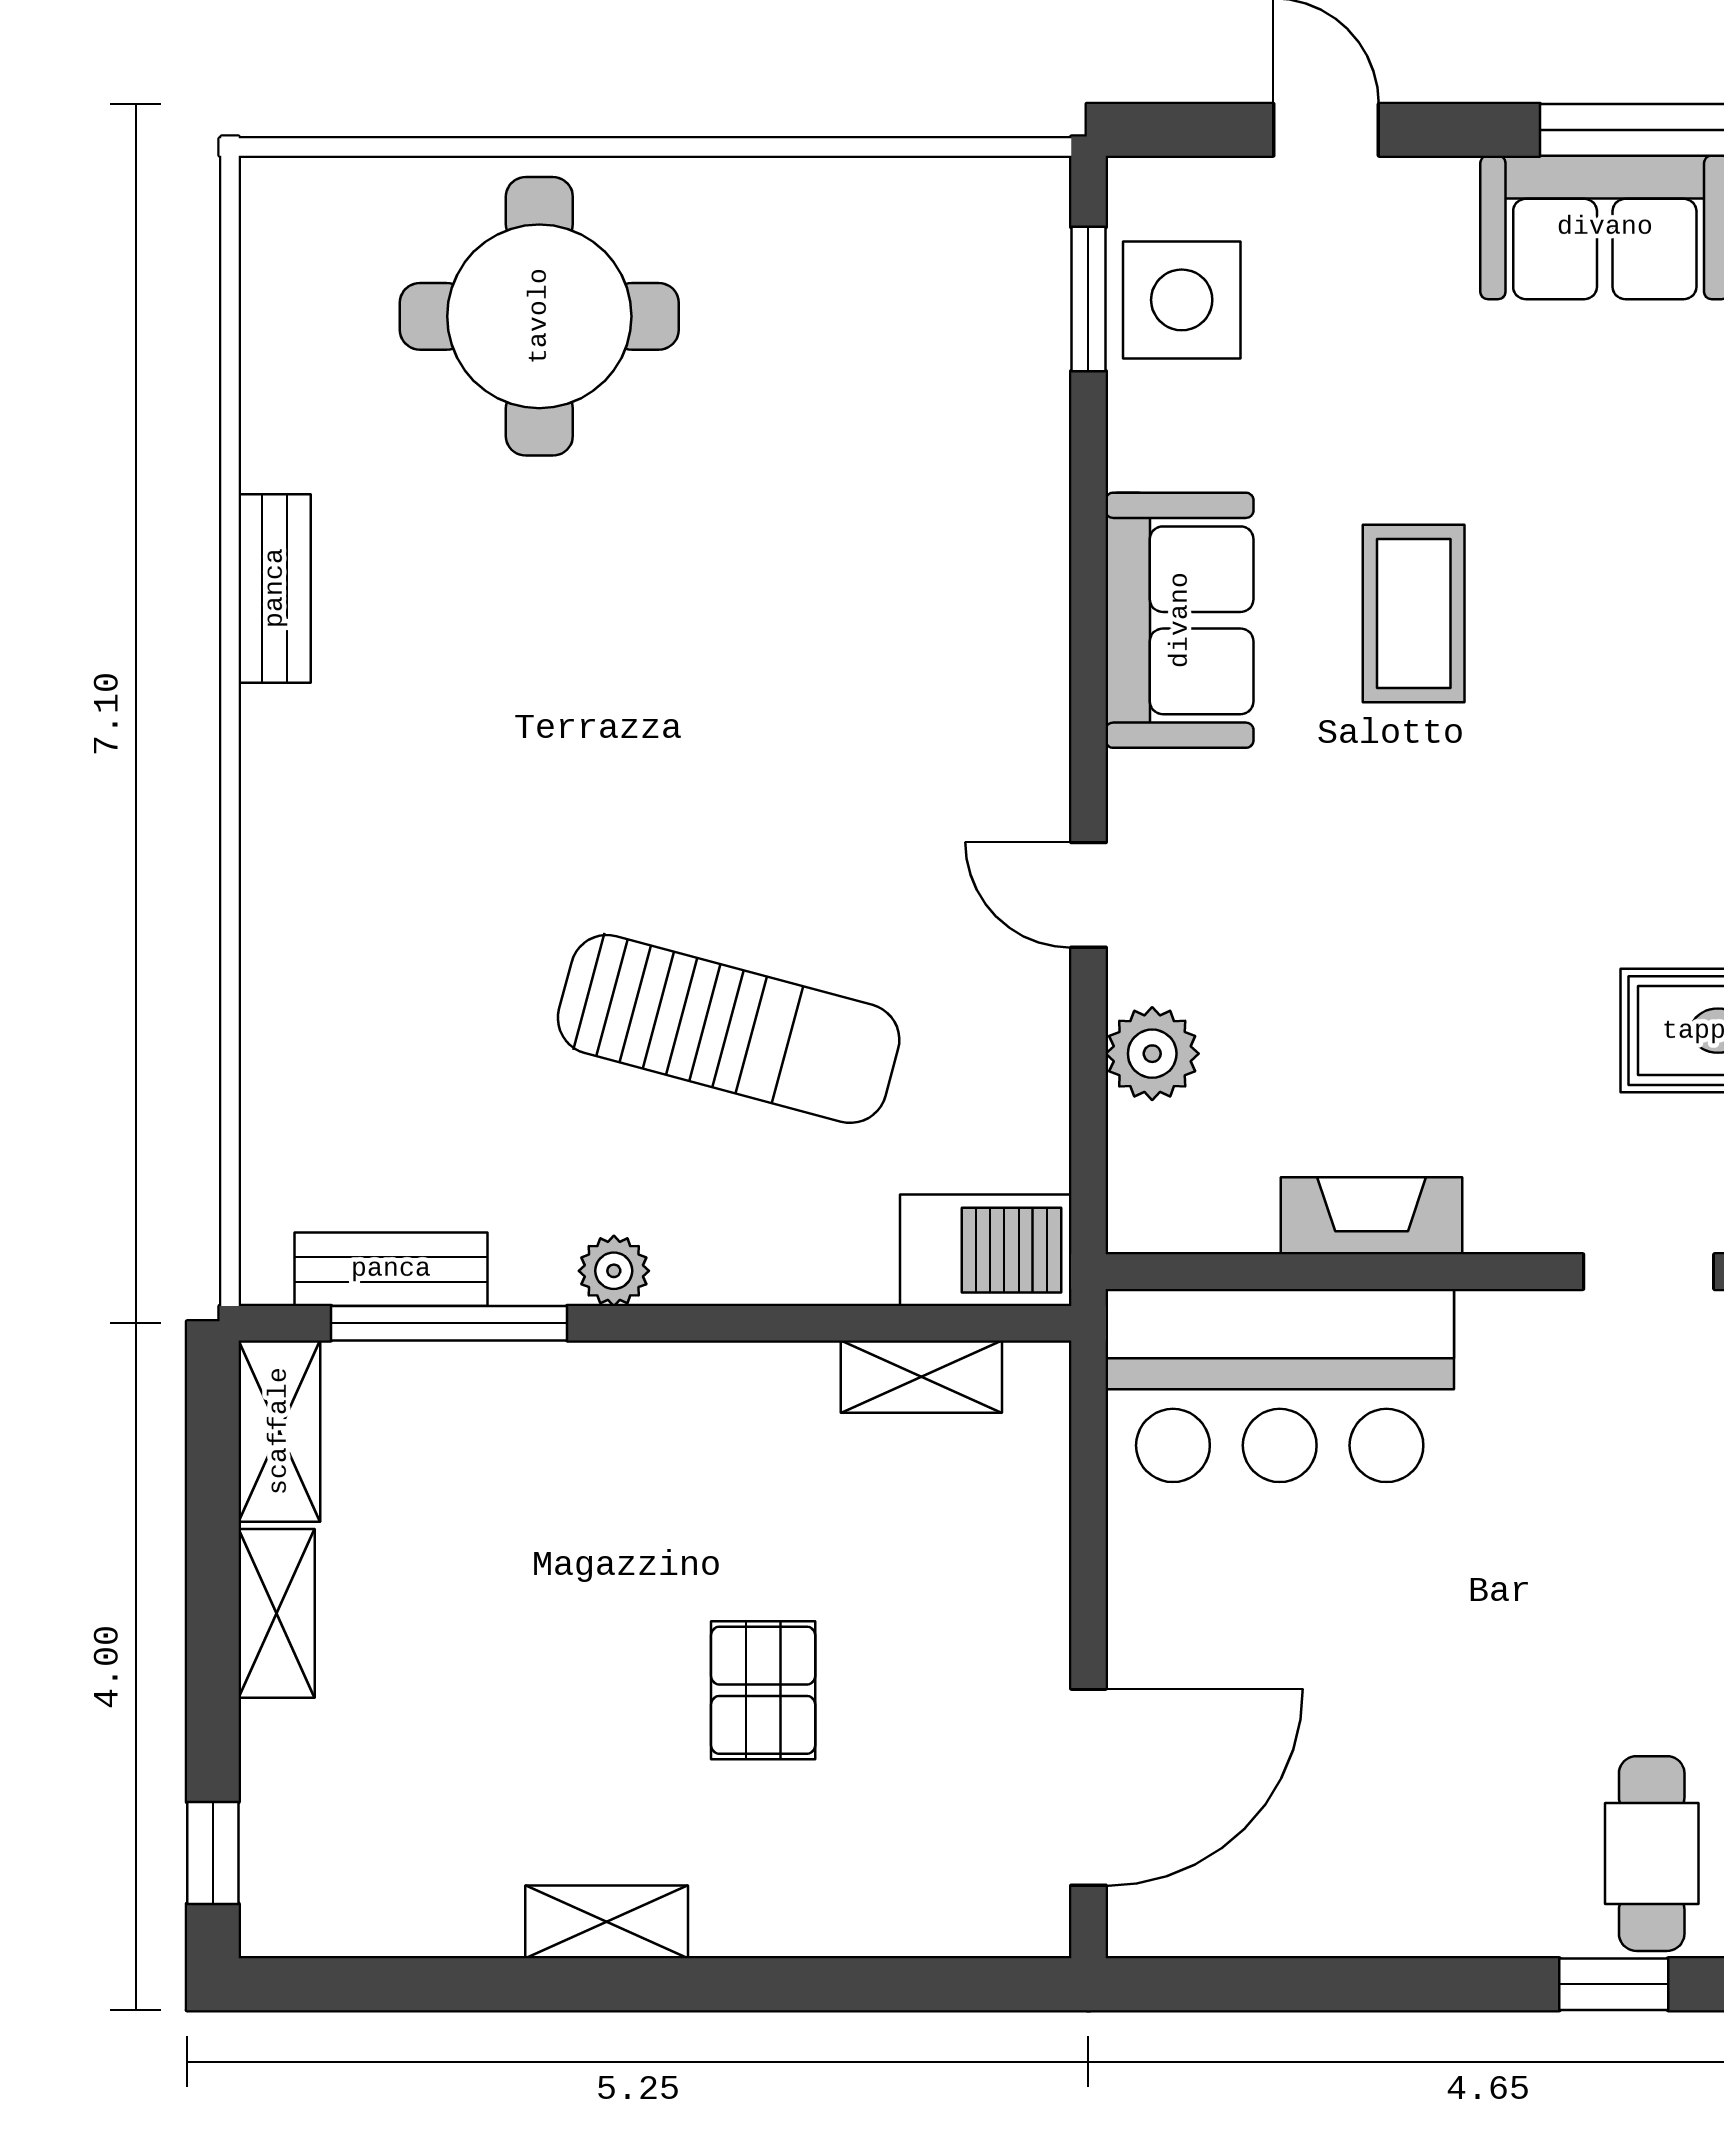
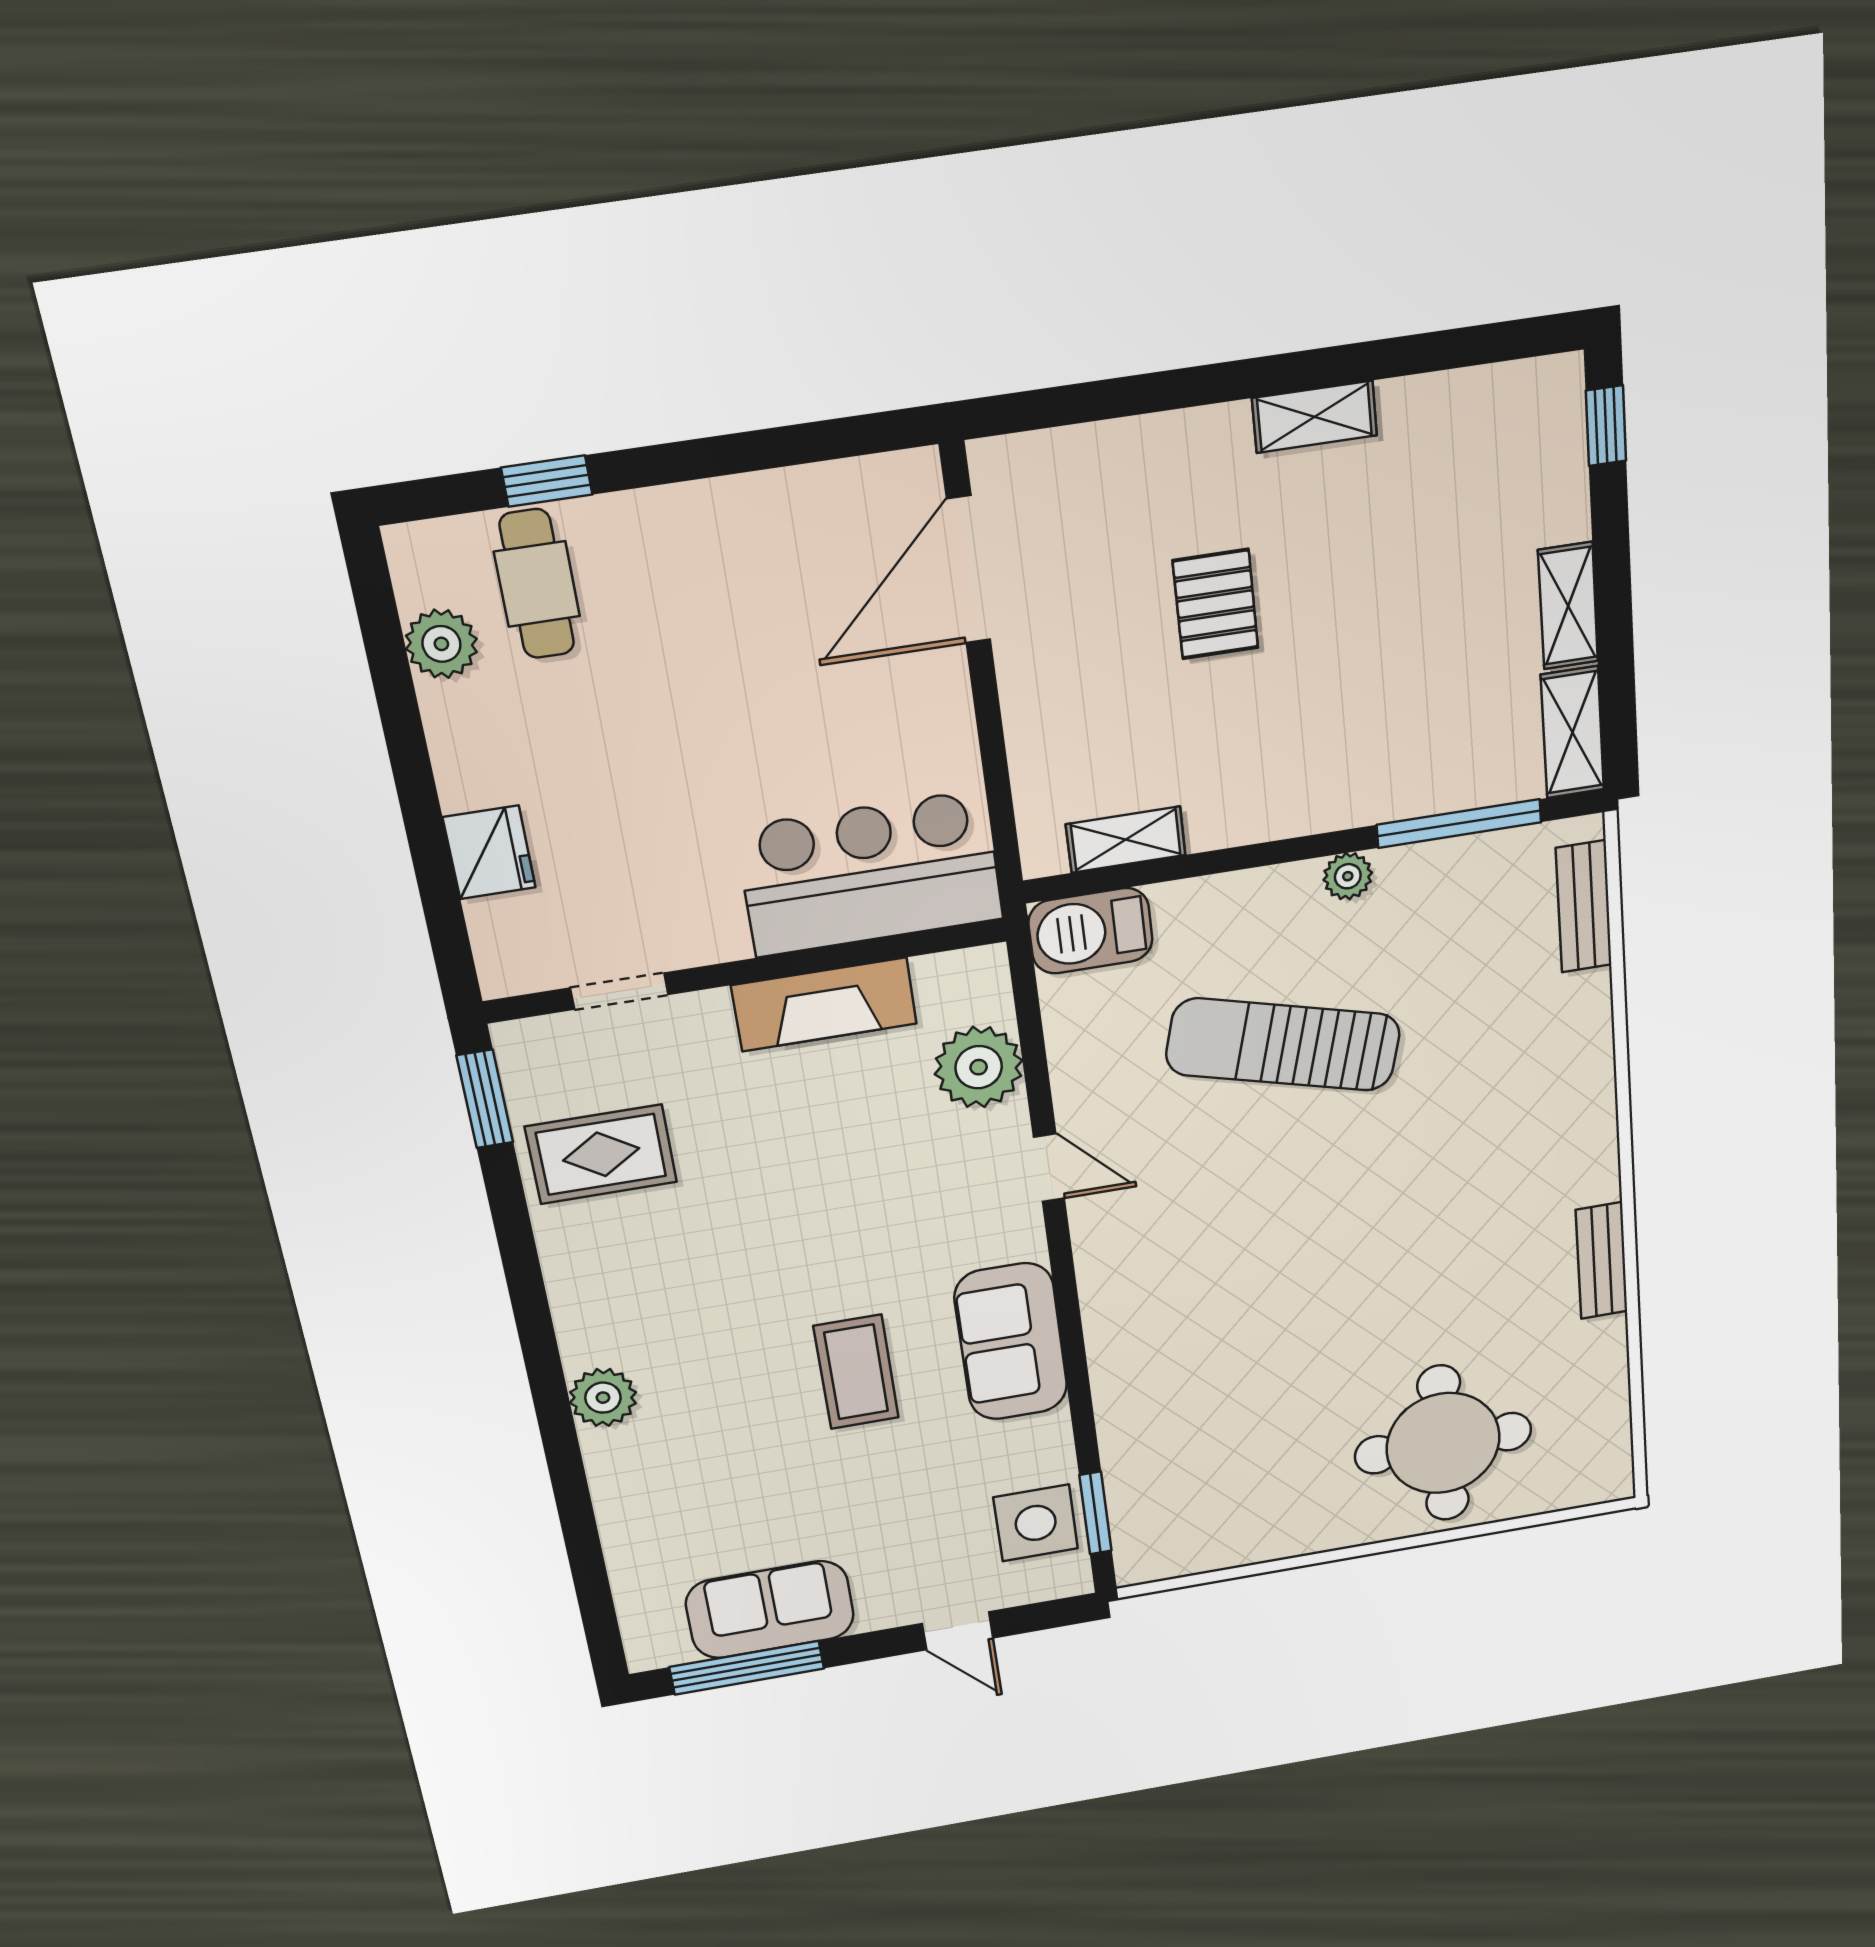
plant: (1152, 1054) -> (979, 1067), width x1.36, depth x1.36
fireplace: (1372, 1216) -> (824, 1005), width x1.37, depth x1.32
bench: (391, 1269) -> (1584, 907), moved, turned 90

